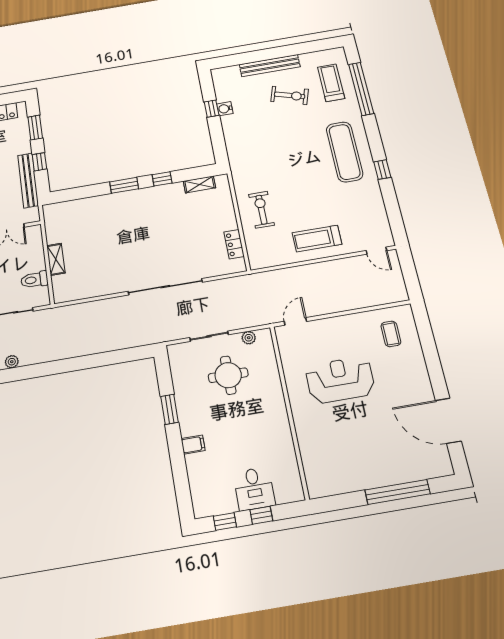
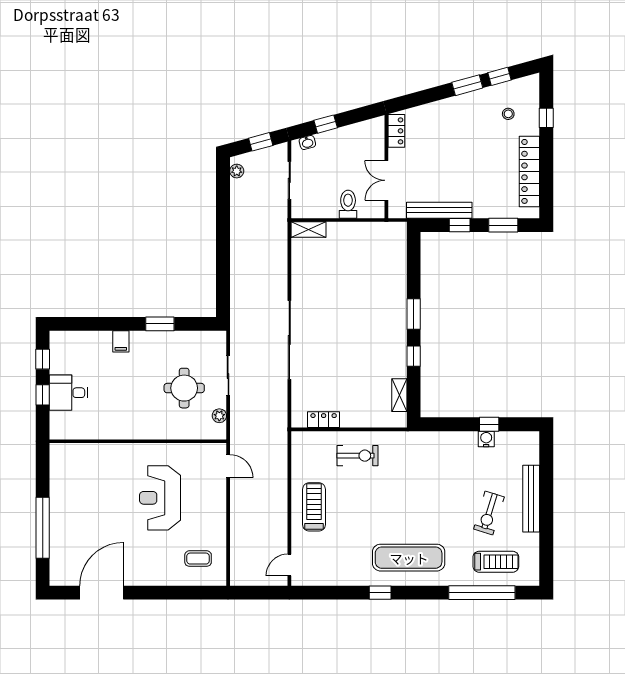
shelving: (56, 259) -> (308, 230), moved
toilet: (34, 280) -> (348, 204), moved
reception desk: (340, 380) -> (160, 498), turned 180

